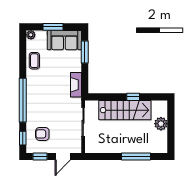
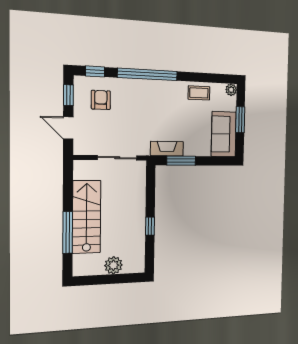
window: (85, 52) -> (181, 161), moved
stairs: (125, 110) -> (87, 217), moved, turned 180

